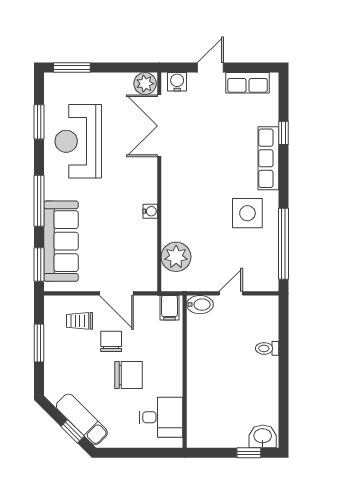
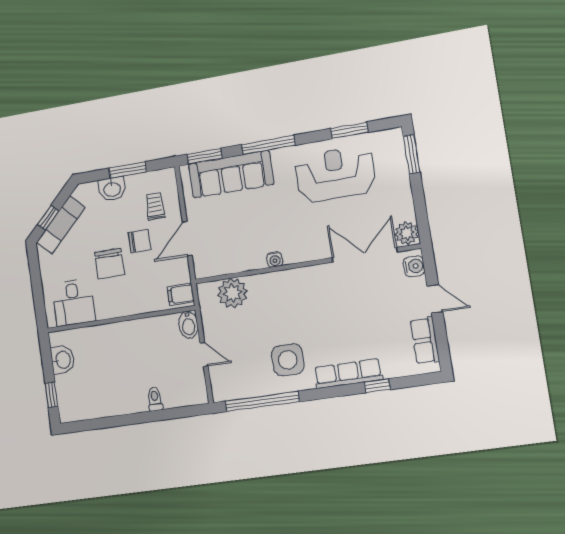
washbasin: (55, 362) -> (112, 189), added
washbasin: (263, 436) -> (63, 360), moved

